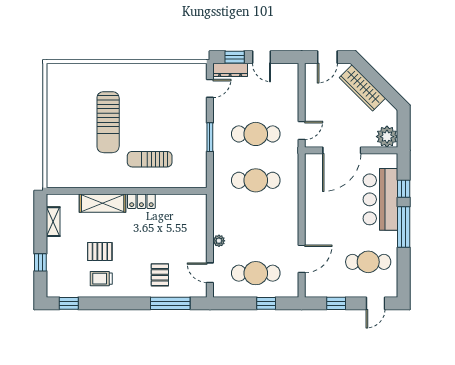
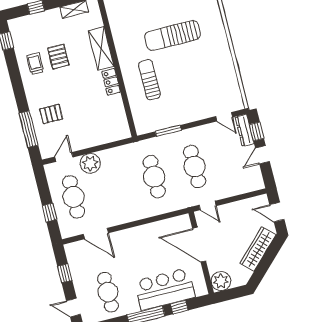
window: (210, 137) -> (168, 131), moved
plant: (219, 241) -> (90, 163), width x1.88, depth x1.88

